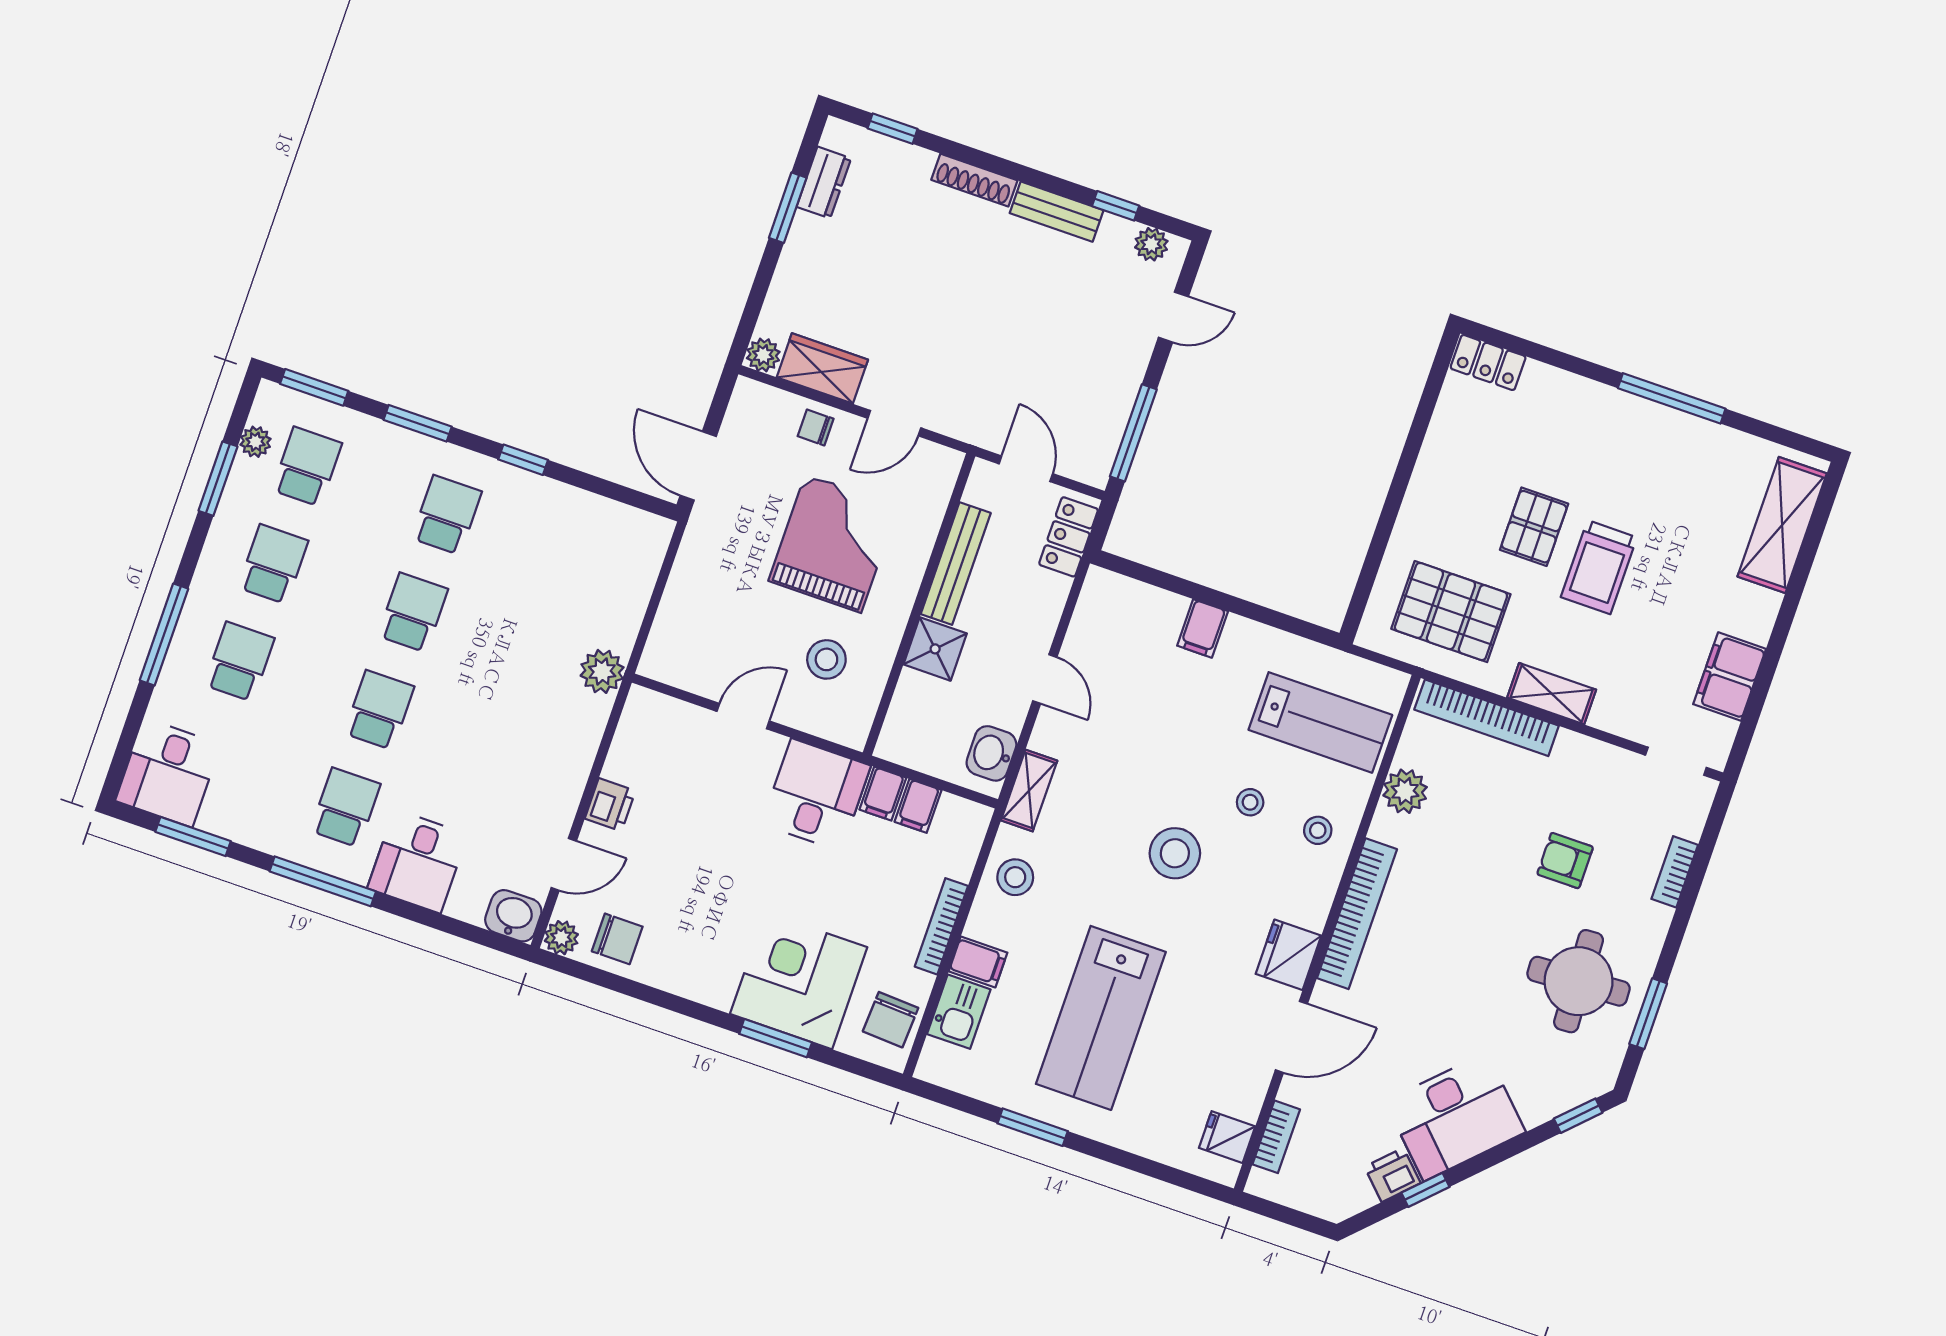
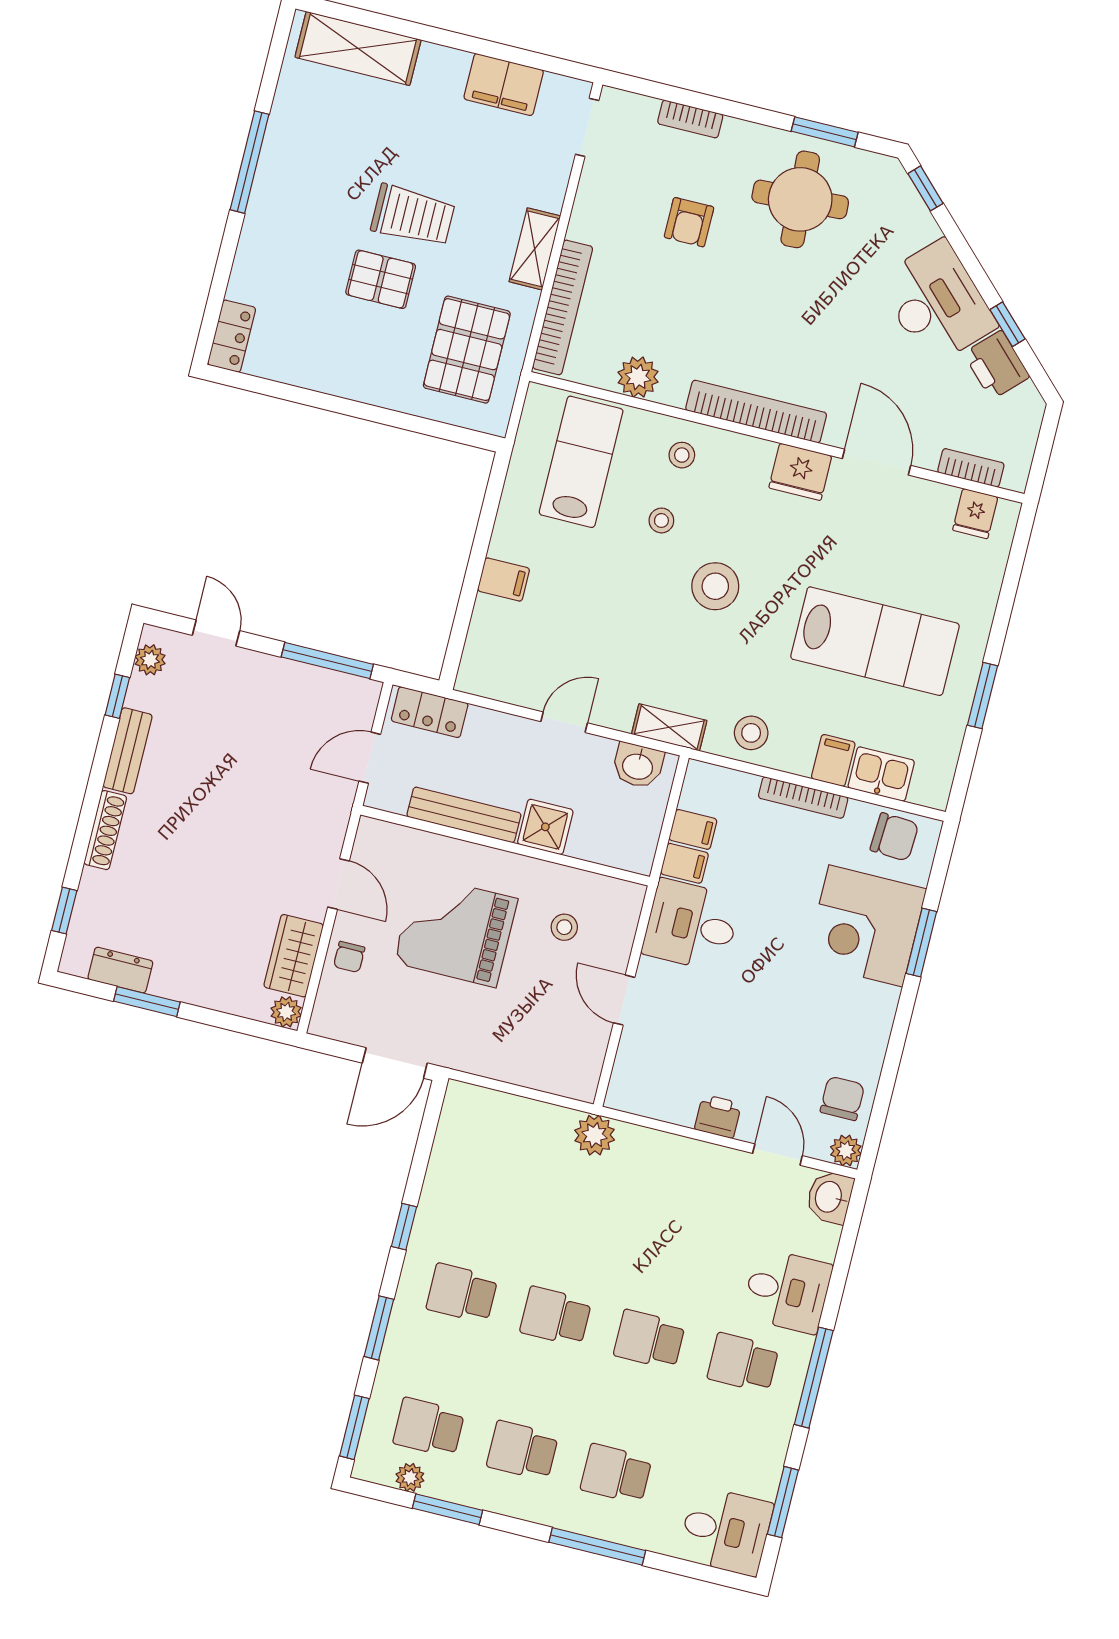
stool: (826, 659) -> (564, 927), width x0.73, depth x0.73
printer: (1392, 1175) -> (996, 365), width x1.36, depth x1.24

